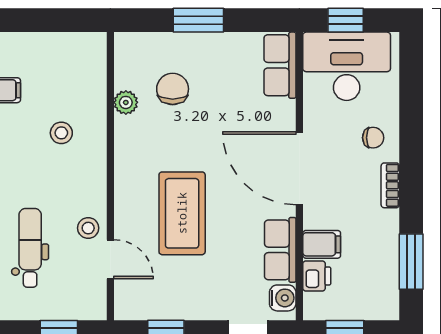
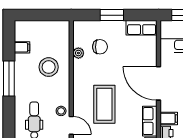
row of seats: (280, 65) -> (142, 28), moved, turned -90
chair: (173, 89) -> (100, 47), turned 90
stool: (61, 133) -> (49, 67), width x1.89, depth x1.89

